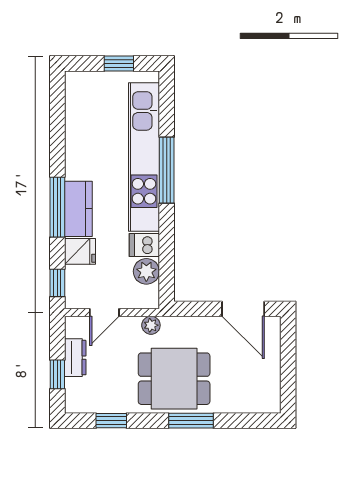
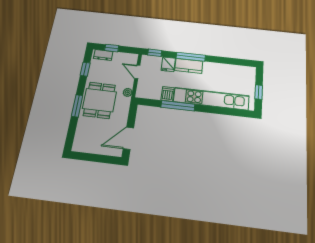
window: (167, 170) -> (178, 106), moved
plant: (146, 271) -> (154, 93), removed
dresser: (75, 358) -> (103, 55), moved

